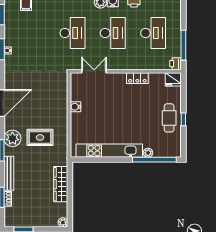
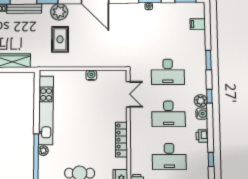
locker: (137, 78) -> (121, 140), width x1.53

